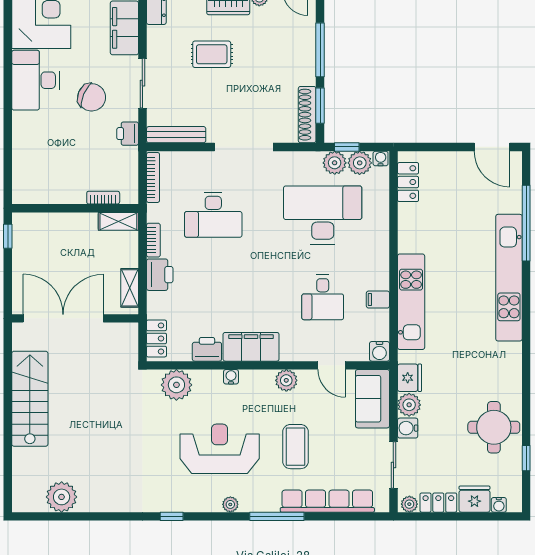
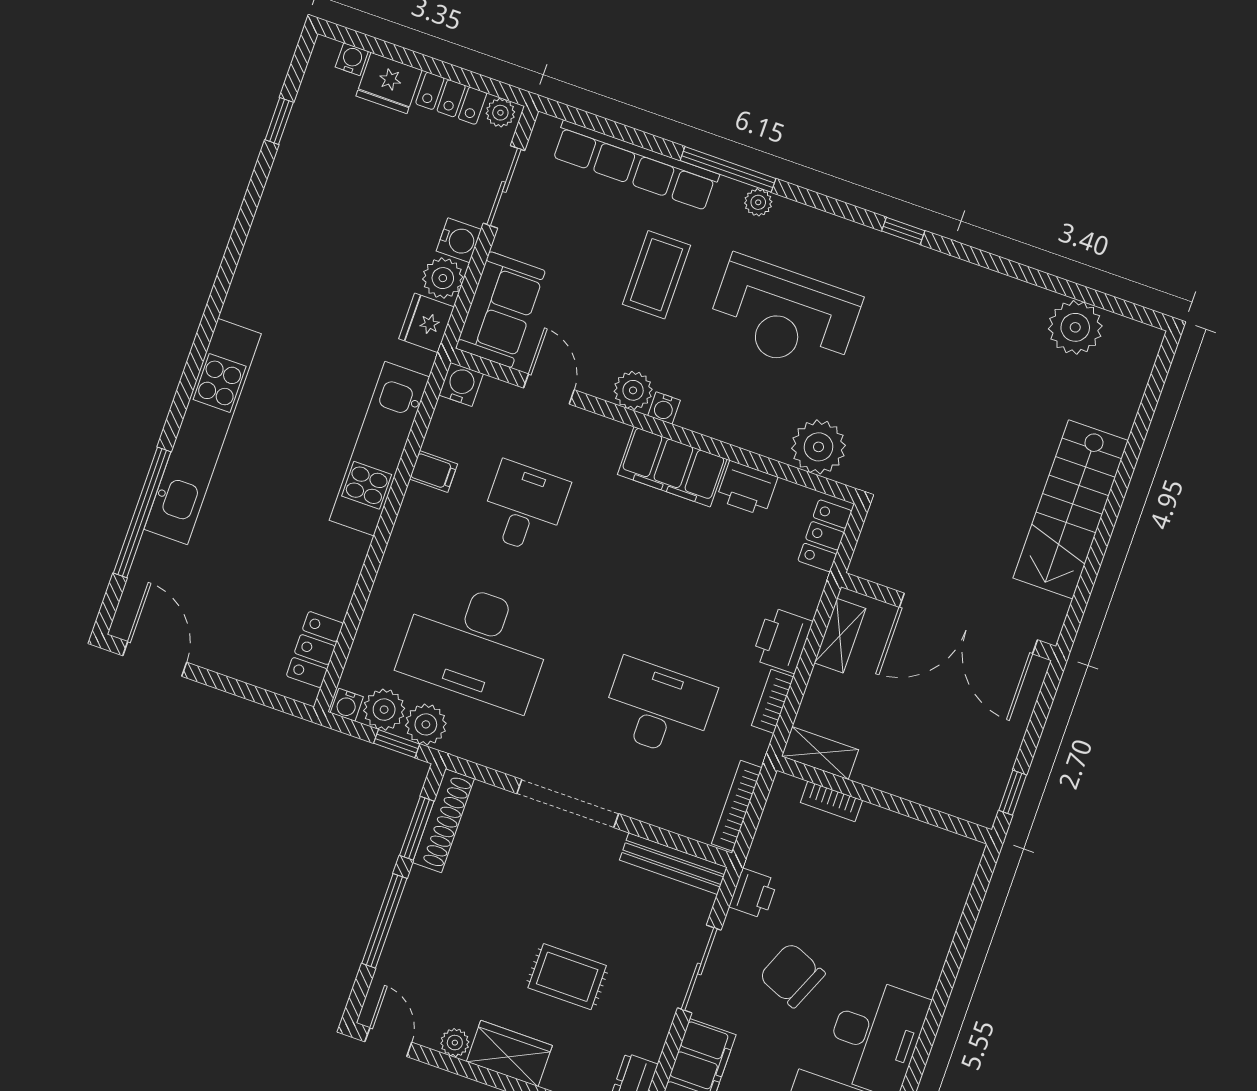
water cooler: (231, 377) -> (664, 408), moved
round table: (494, 427) -> (315, 191), removed
plant: (230, 504) -> (758, 202), moved

